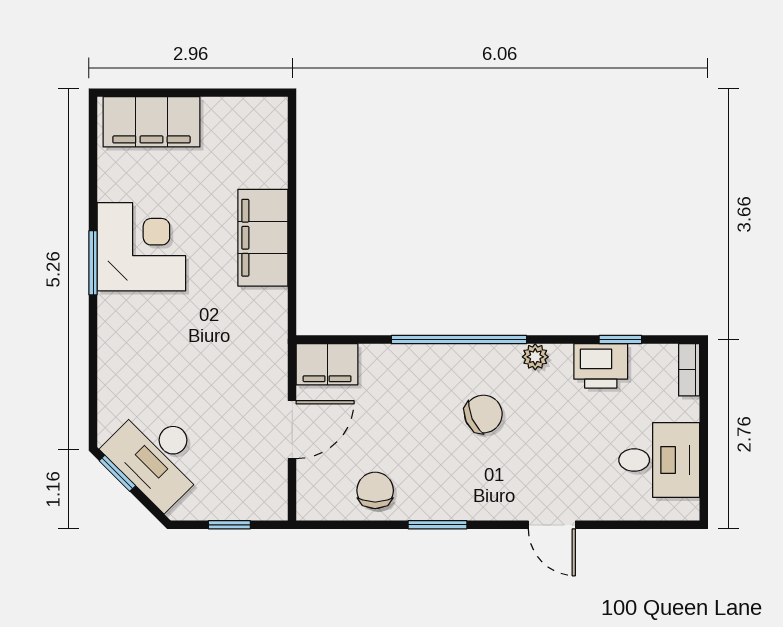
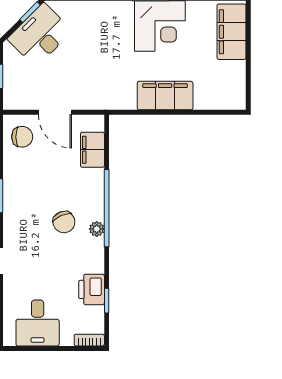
plant: (535, 357) -> (97, 229), moved
filing cabinet: (327, 364) -> (92, 150), moved
chair: (375, 490) -> (22, 137), moved

